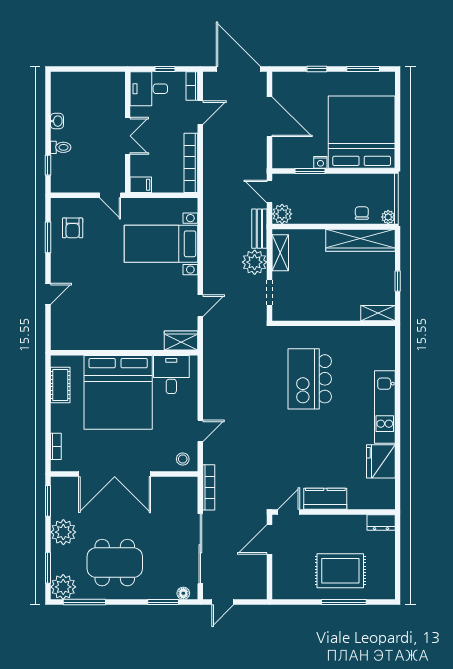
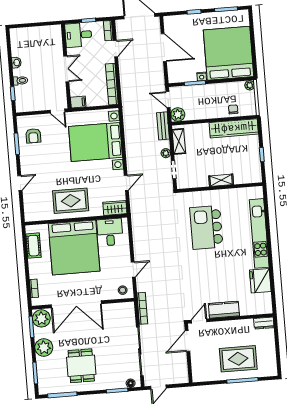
plant: (388, 217) -> (250, 85), moved
bed with nightstands: (161, 244) -> (96, 142), width x1.36
plant: (255, 262) -> (166, 153), width x0.53, depth x0.53
shelving: (378, 313) -> (221, 180), moved
rug: (119, 325) -> (71, 201), added
kitchen unit: (385, 407) -> (259, 233), width x1.36
dining table: (115, 563) -> (81, 366), width x0.73
plant: (63, 587) -> (41, 318), moved

